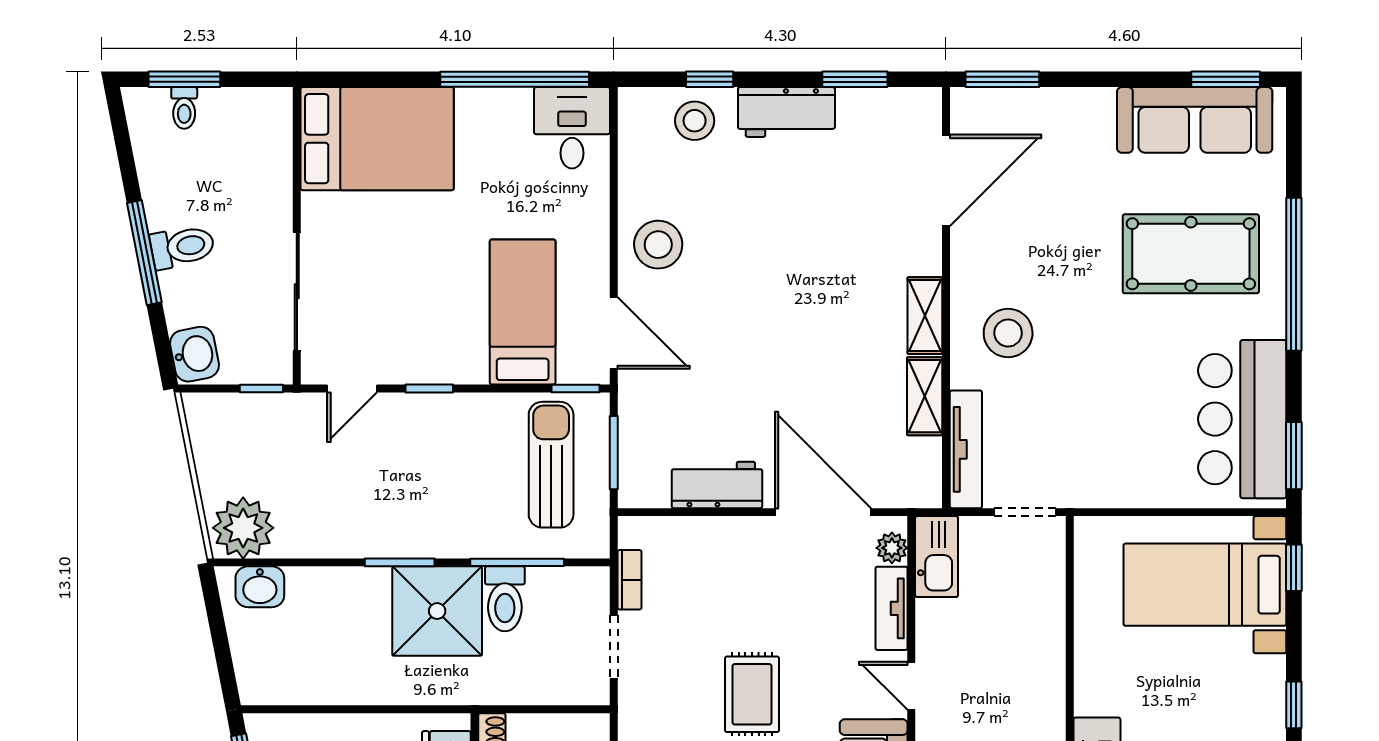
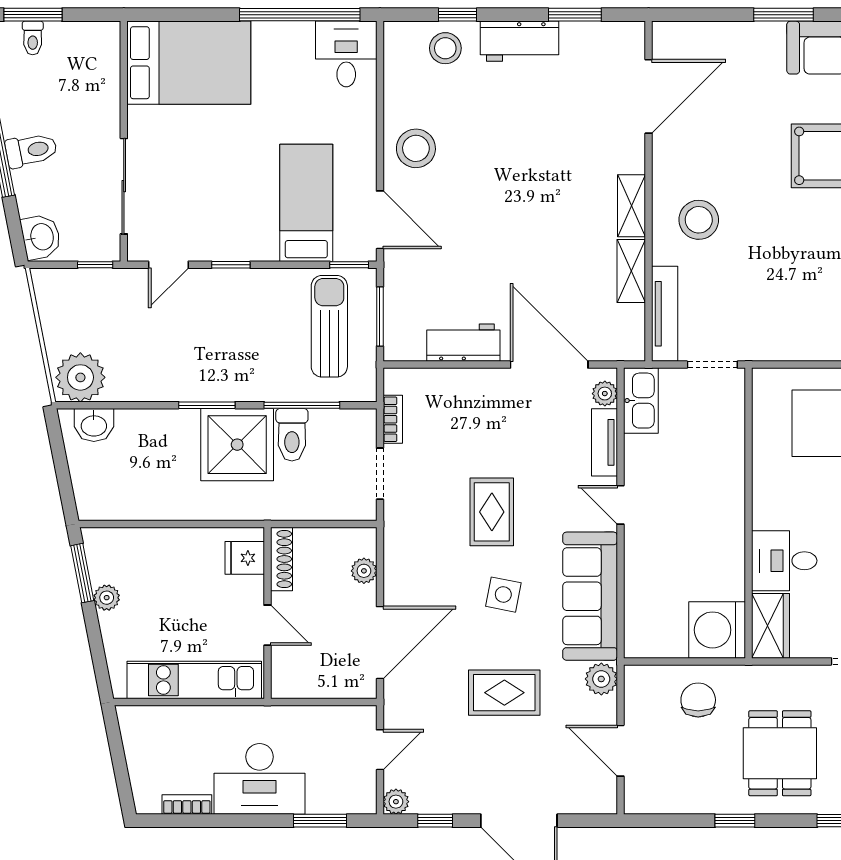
window: (1002, 79) -> (784, 15), moved

